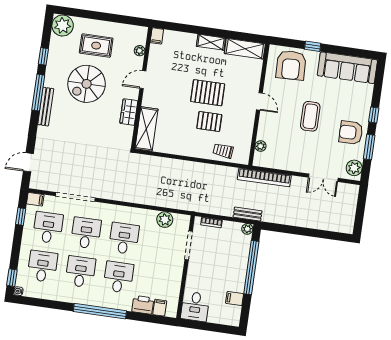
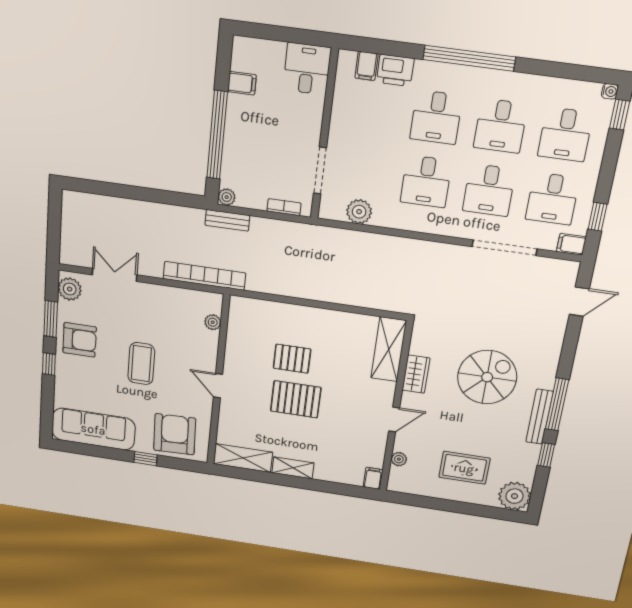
spiral stairs: (87, 84) -> (487, 377), moved
bench: (46, 107) -> (539, 417), moved
trolley: (223, 151) -> (269, 316), removed

